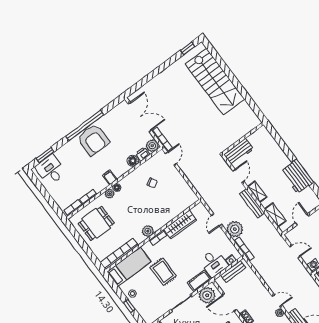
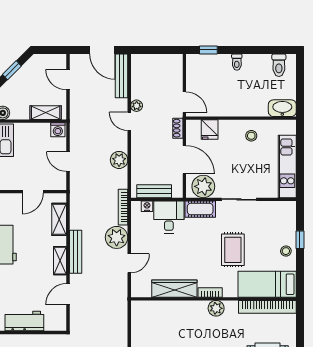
workbench: (239, 152) -> (24, 321), moved
plant: (266, 274) -> (119, 160), added

